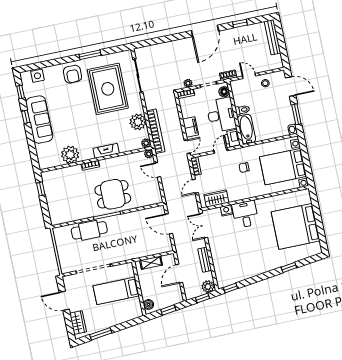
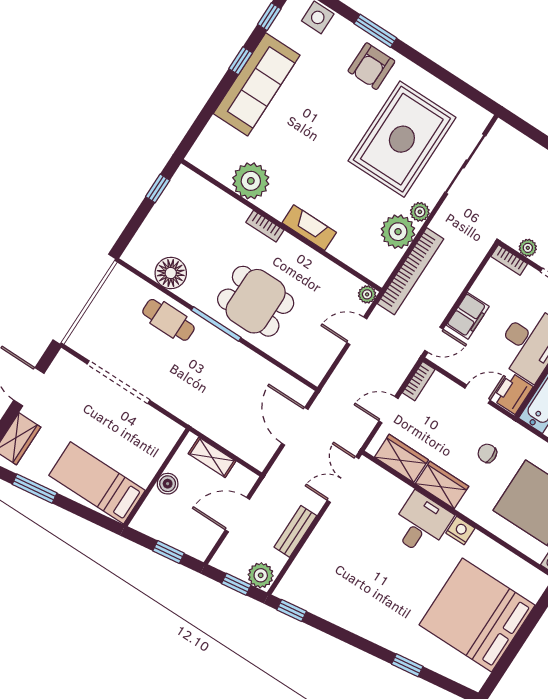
window: (90, 55) -> (375, 31), moved
plant: (146, 143) -> (420, 212), moved
door: (158, 170) -> (357, 331), hinge flipped
wardrobe: (239, 194) -> (442, 485), added
nightstand: (226, 210) -> (460, 531), moved
floor lamp: (74, 213) -> (171, 273), added
cafe table: (89, 230) -> (168, 320), width x0.73, depth x0.74
bed: (116, 291) -> (97, 483), moved
boiler: (148, 304) -> (168, 484), moved

